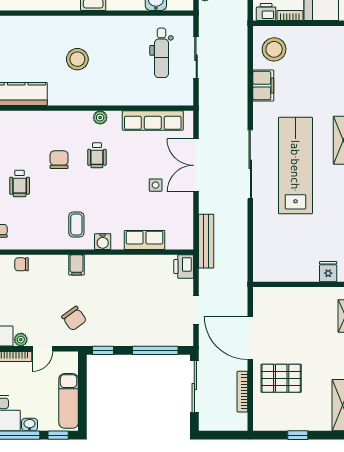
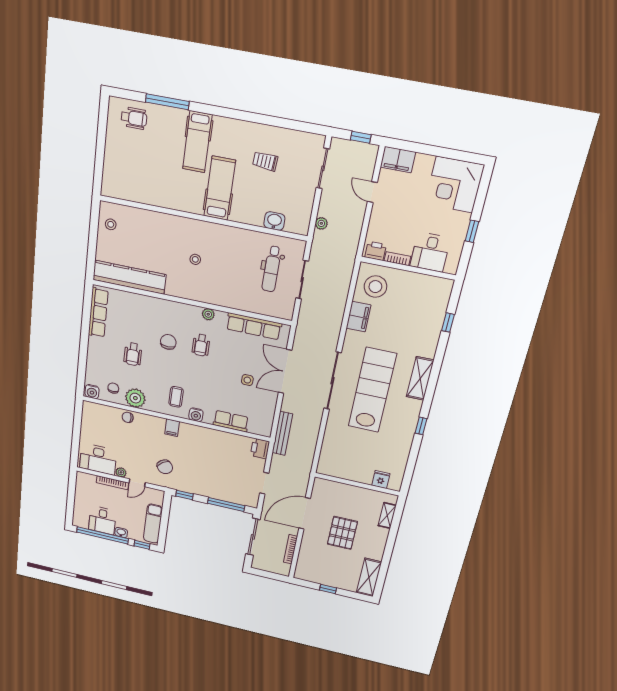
stool: (77, 59) -> (195, 259), width x0.53, depth x0.53
plant: (28, 237) -> (135, 398), added
door: (250, 338) -> (305, 513), hinge flipped
pallet: (281, 378) -> (342, 533), moved, turned 90

